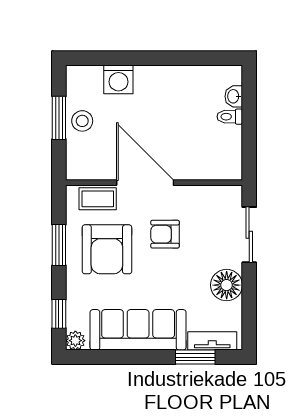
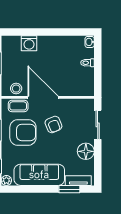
washbasin: (234, 96) -> (90, 42), moved
stool: (82, 121) -> (16, 89), moved
armchair: (165, 234) -> (53, 124), turned -113
armchair: (107, 249) -> (23, 132), turned -90

